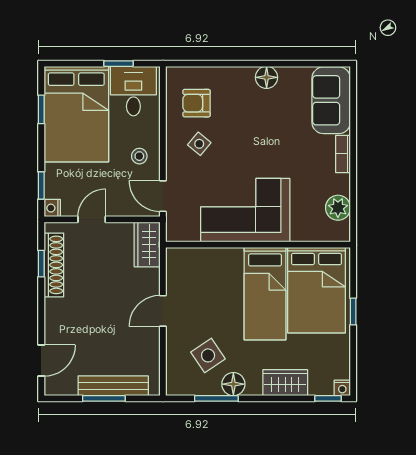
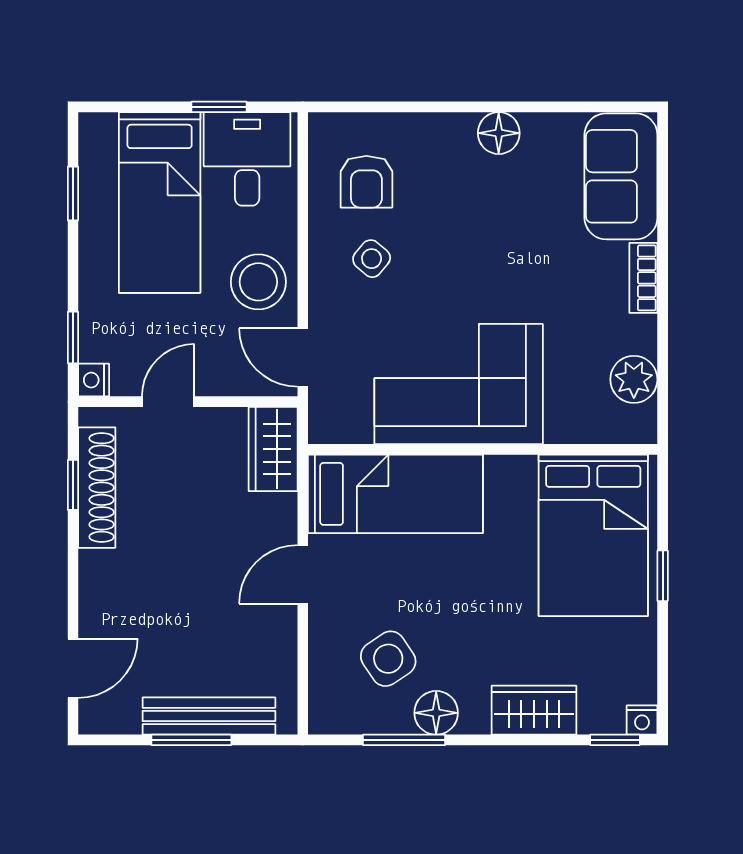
armchair: (197, 103) -> (366, 182), turned -90
bed: (76, 114) -> (160, 203), width x0.67
stool: (139, 156) -> (258, 282), width x1.89, depth x1.89
bed: (265, 294) -> (395, 494), moved, turned -90

